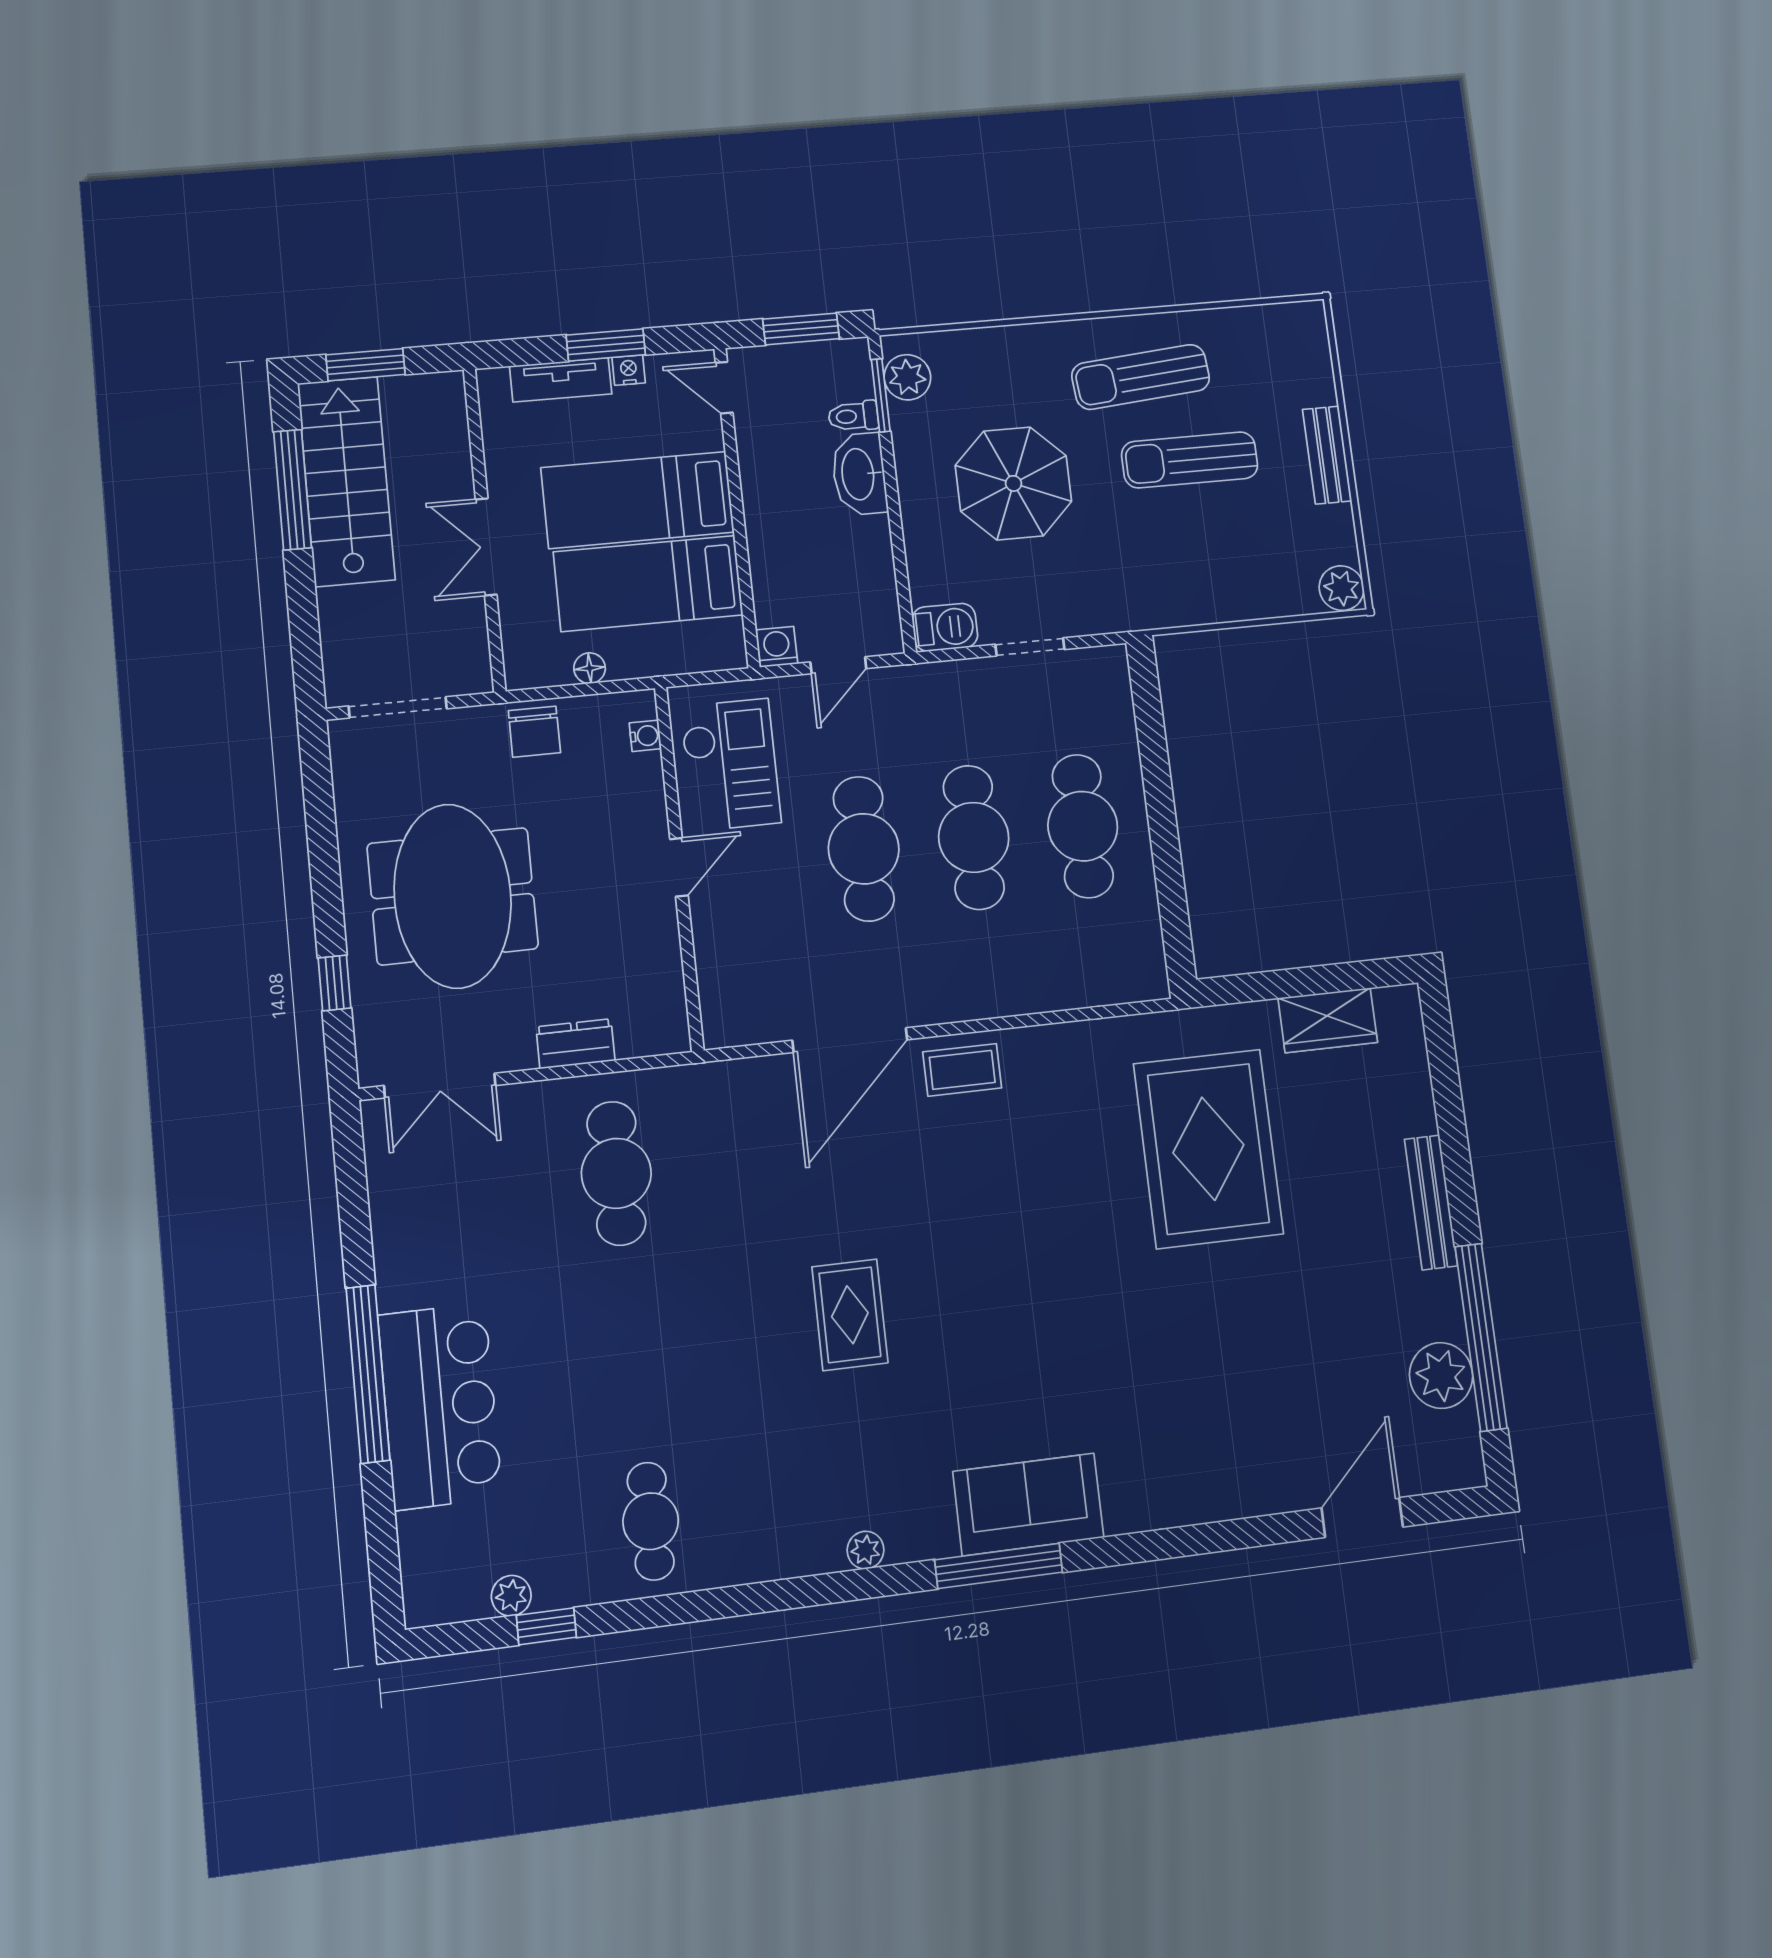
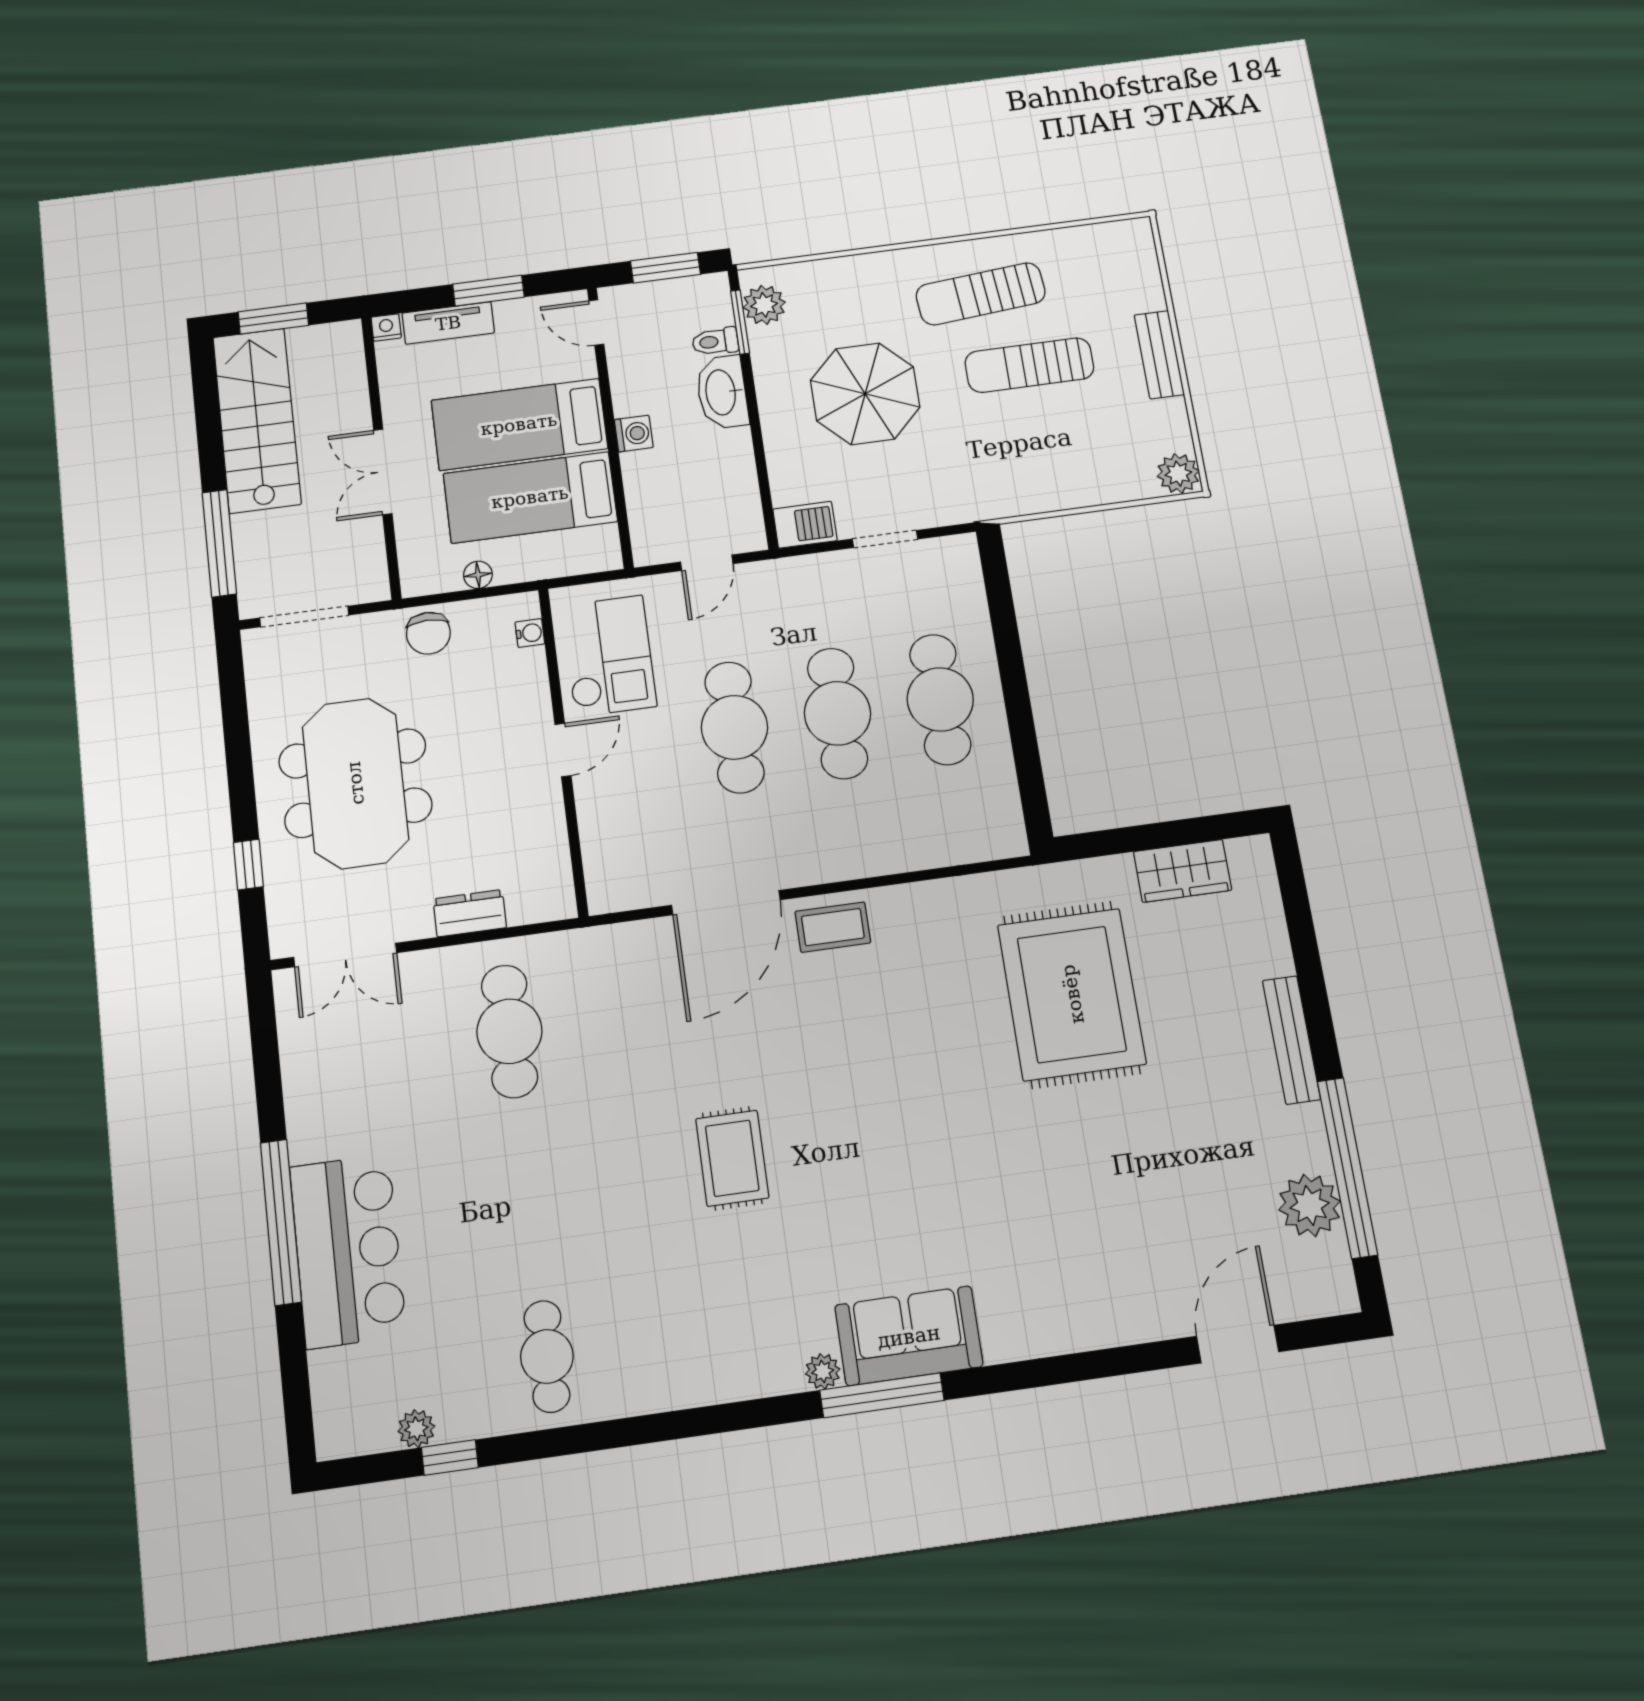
nightstand: (629, 370) -> (386, 327), moved
window: (293, 490) -> (219, 543), moved
washing machine: (777, 647) -> (634, 434), moved, turned 90
plant: (866, 1550) -> (823, 1371), moved

